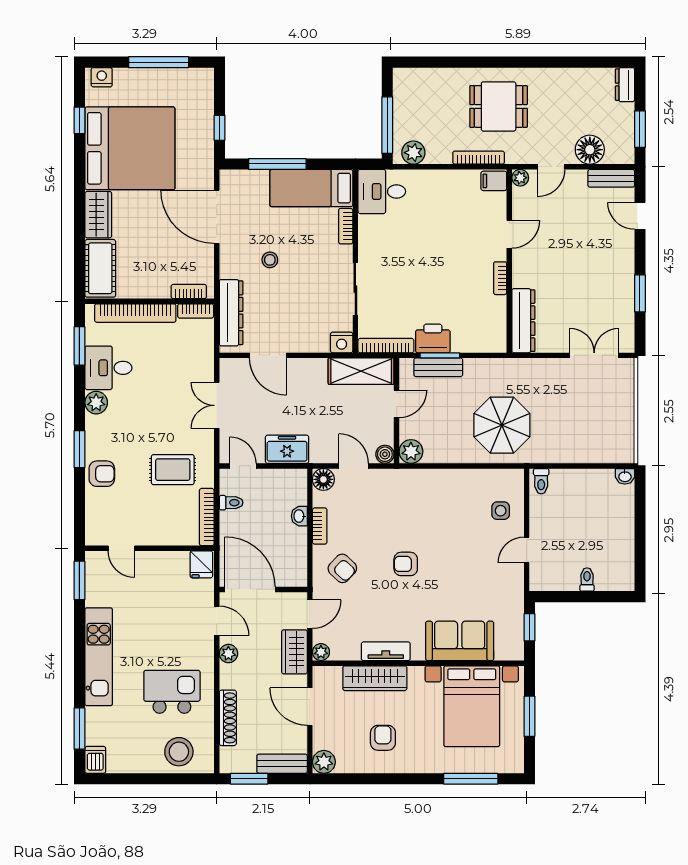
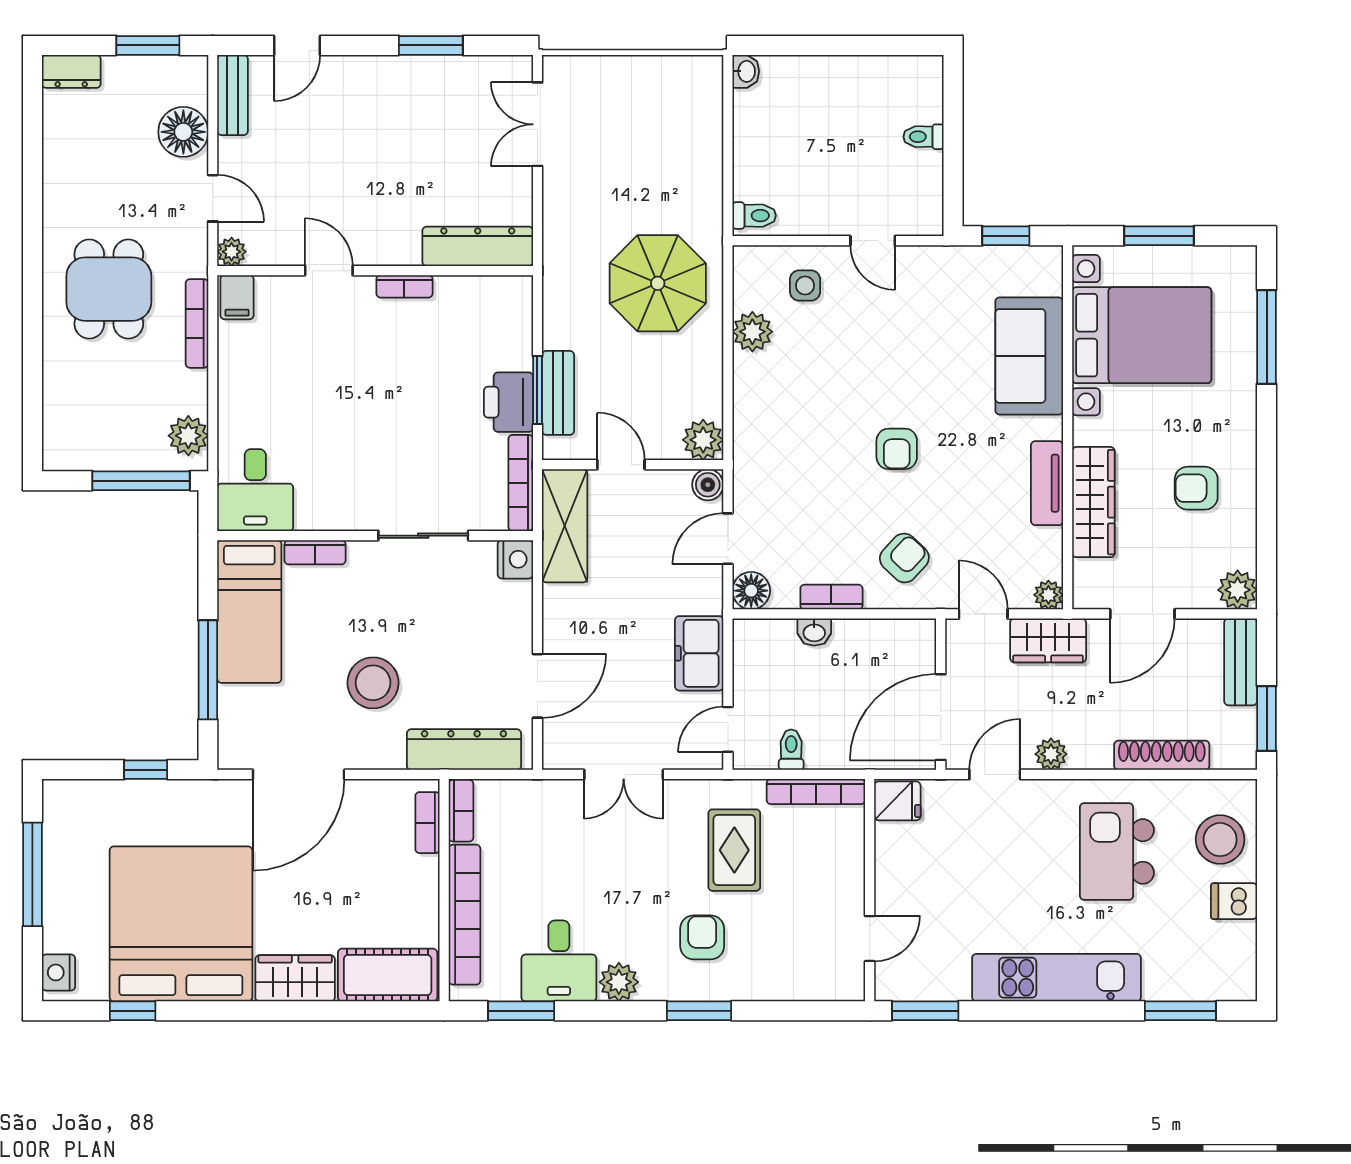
stool: (270, 260) -> (373, 683), width x1.89, depth x1.89
armchair: (102, 474) -> (702, 937), moved
plant: (474, 480) -> (752, 332), added
dishwasher: (95, 760) -> (1234, 901), moved

